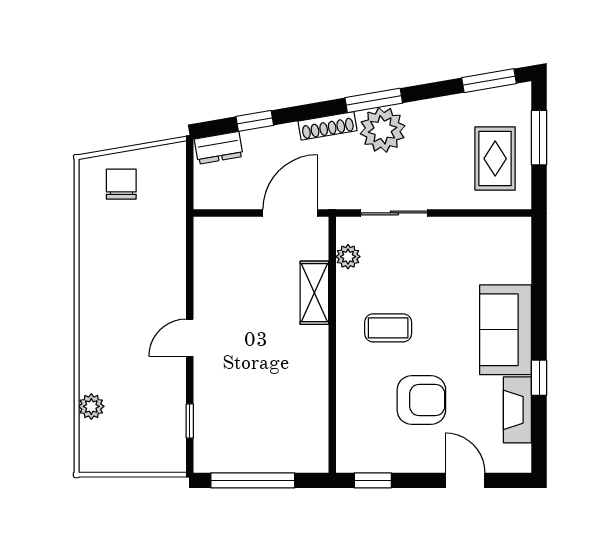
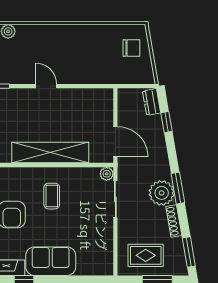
shoe rack: (327, 126) -> (174, 221), moved
plant: (348, 257) -> (107, 174), moved
shelving: (314, 293) -> (50, 153), width x2.20, depth x1.33

